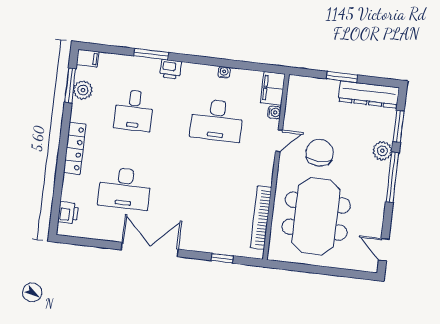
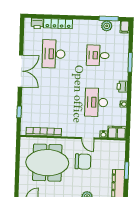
printer: (171, 69) -> (122, 87), moved
locker: (75, 148) -> (58, 24), moved

